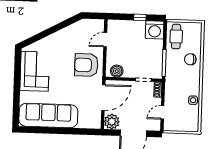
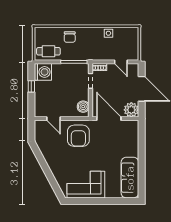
sofa: (48, 116) -> (130, 178), width x0.74, depth x0.79

